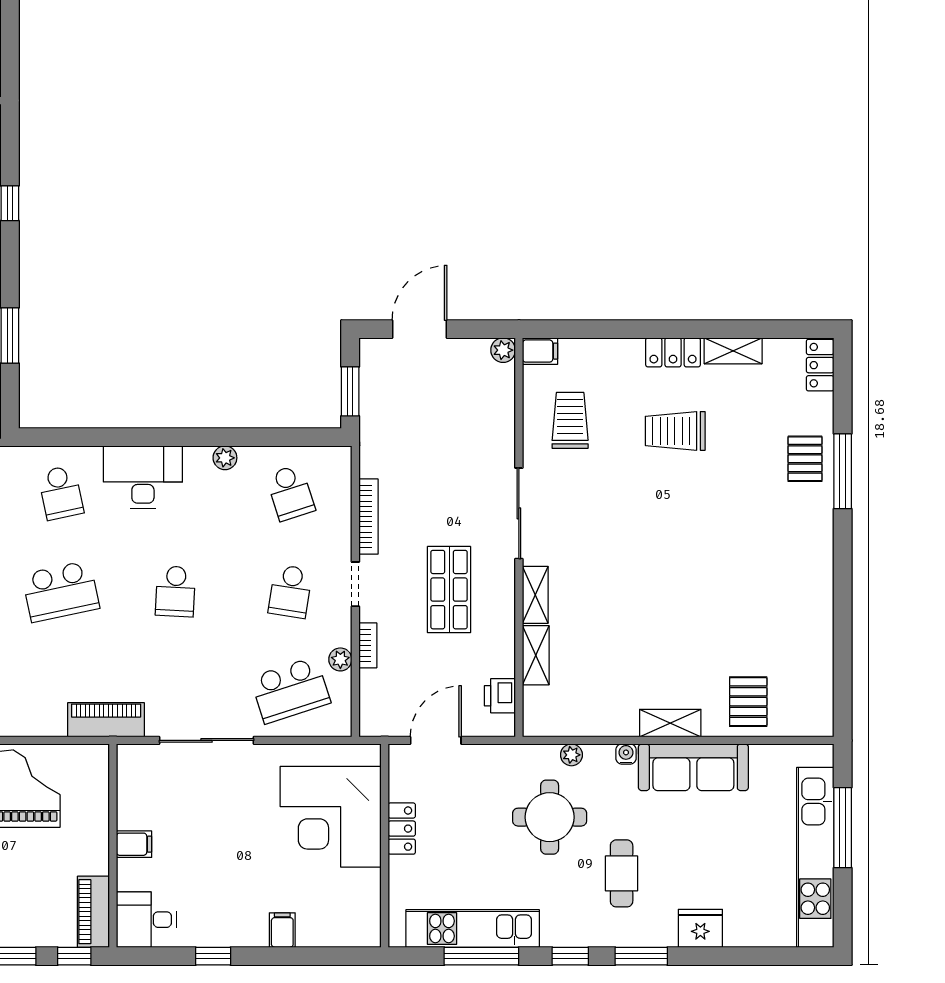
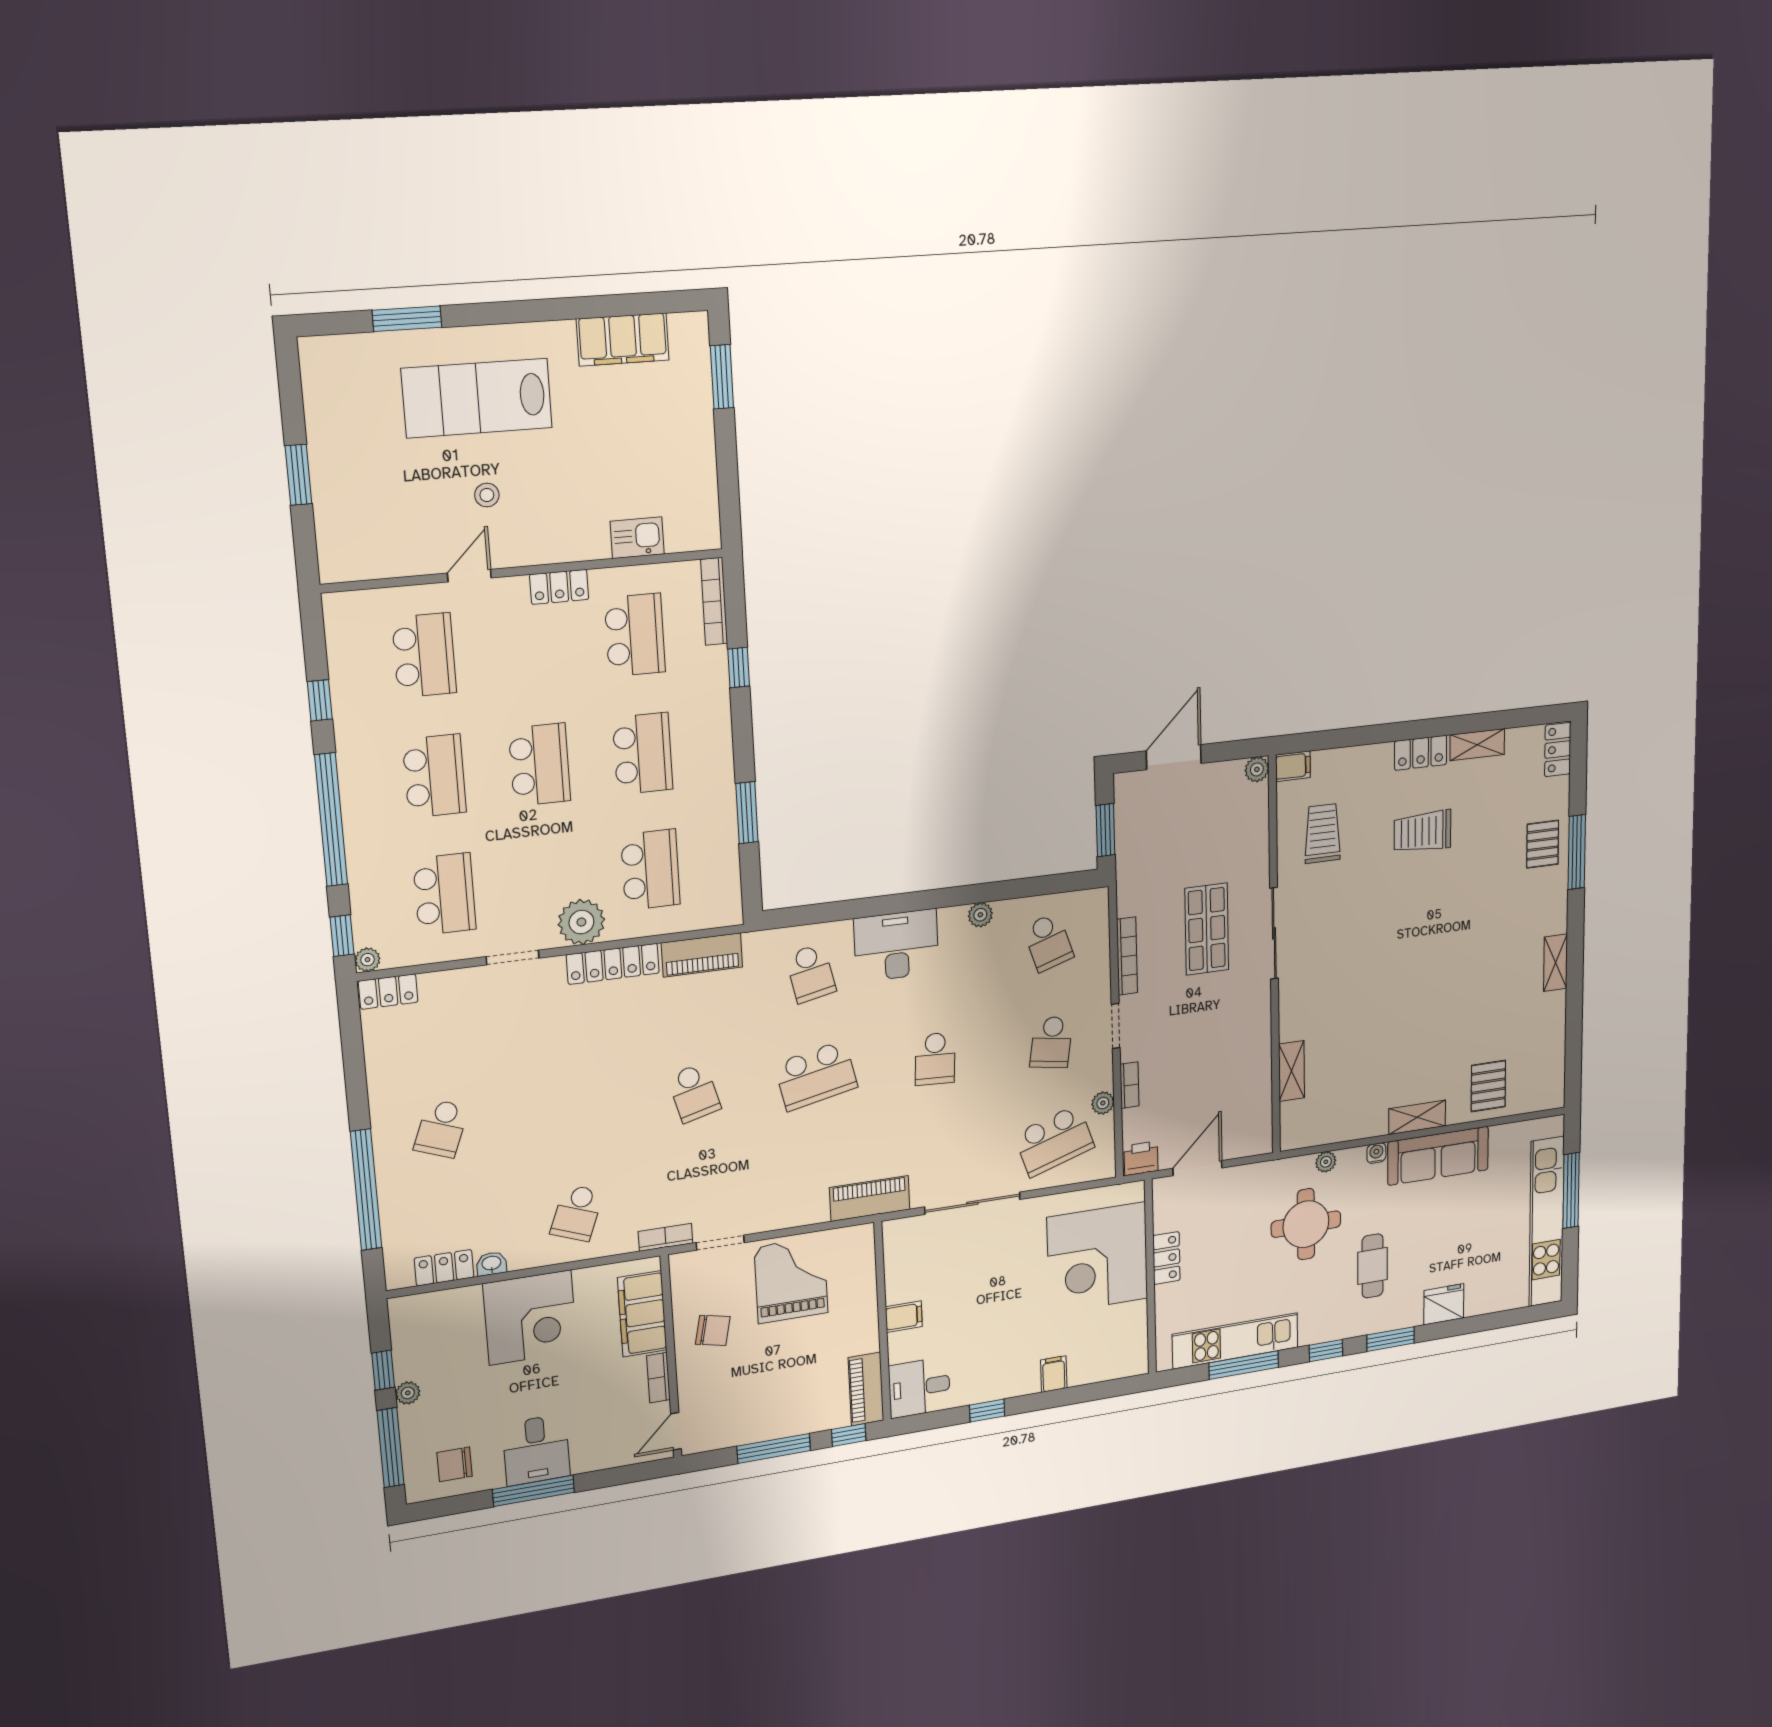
shop shelf: (449, 590) -> (1207, 929), moved
shelving: (535, 595) -> (1555, 963), moved
printer: (500, 696) -> (1141, 1158), moved, turned 90

